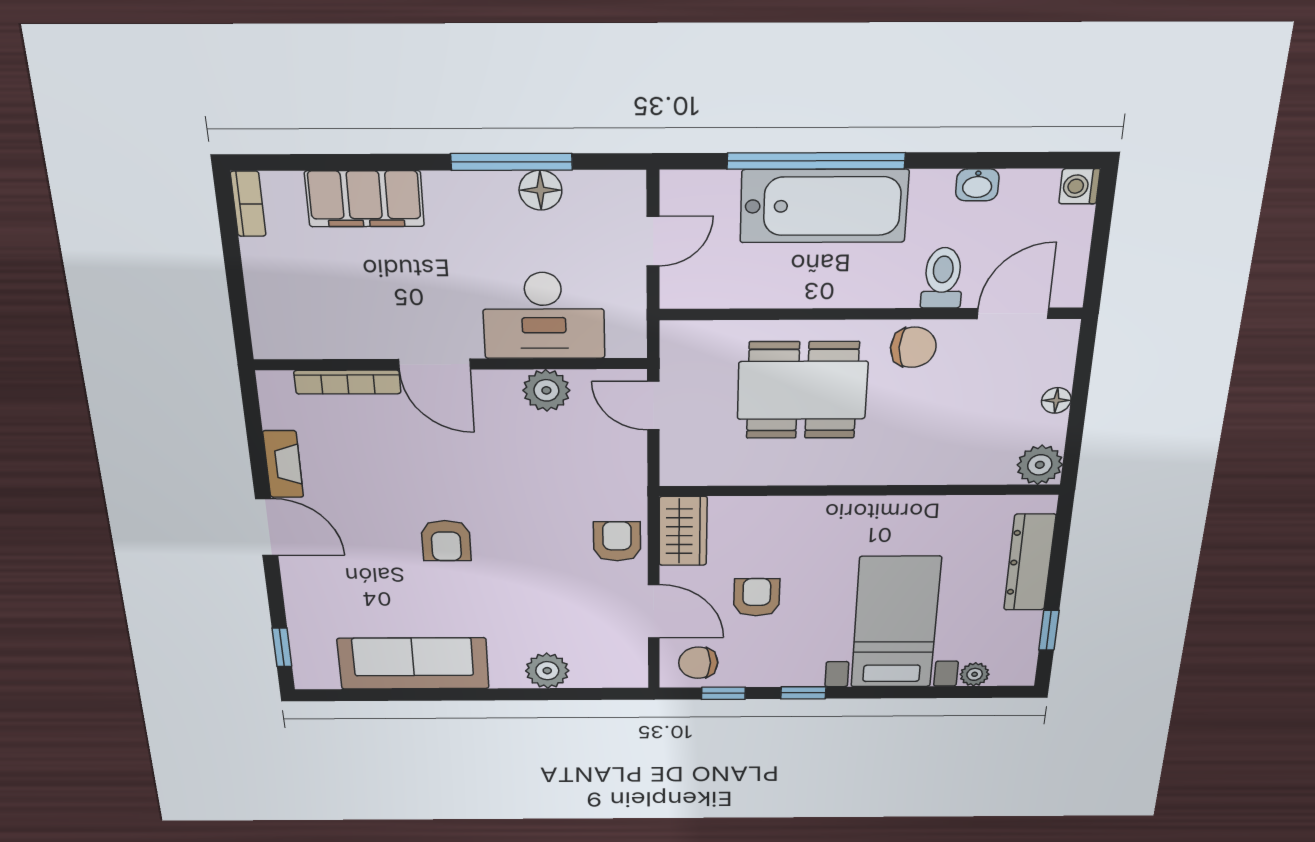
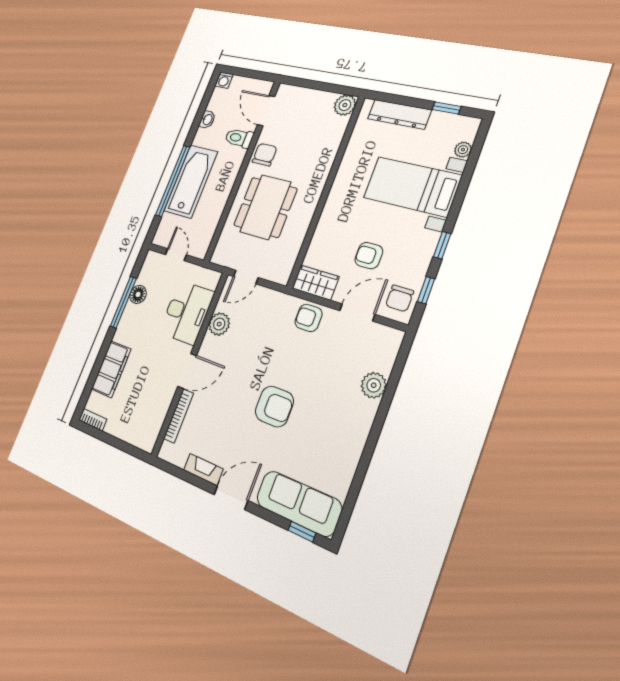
floor lamp: (1056, 400) -> (314, 95), removed
armchair: (446, 541) -> (274, 406), width x1.38, depth x1.38
sofa: (413, 664) -> (299, 503), moved, turned 90

